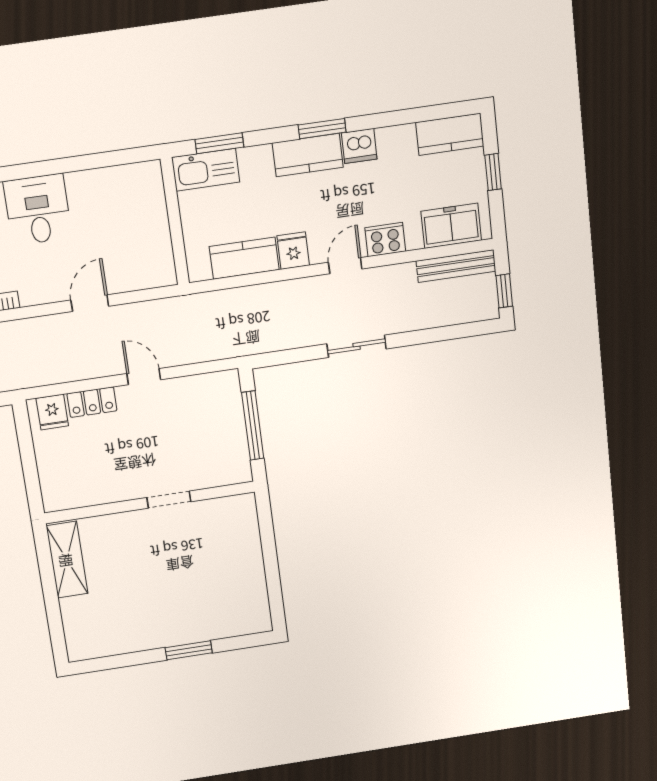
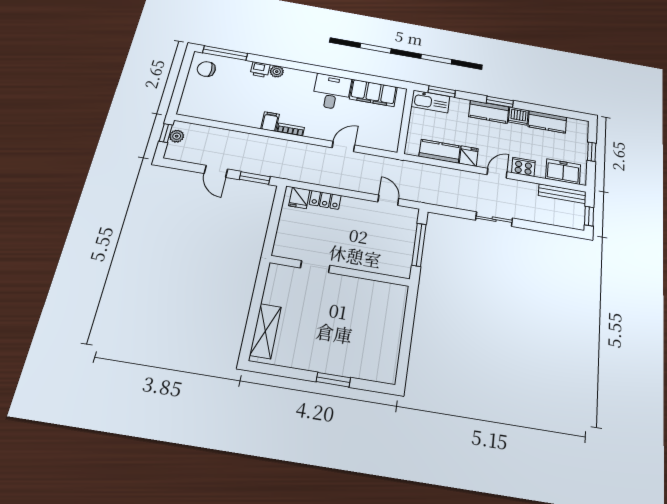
kitchen counter: (450, 134) -> (547, 122), moved
filing cabinet: (107, 187) -> (373, 93), added
door: (144, 377) -> (388, 200), moved
doorway: (169, 500) -> (315, 267), moved
shelving: (67, 560) -> (265, 331), moved

